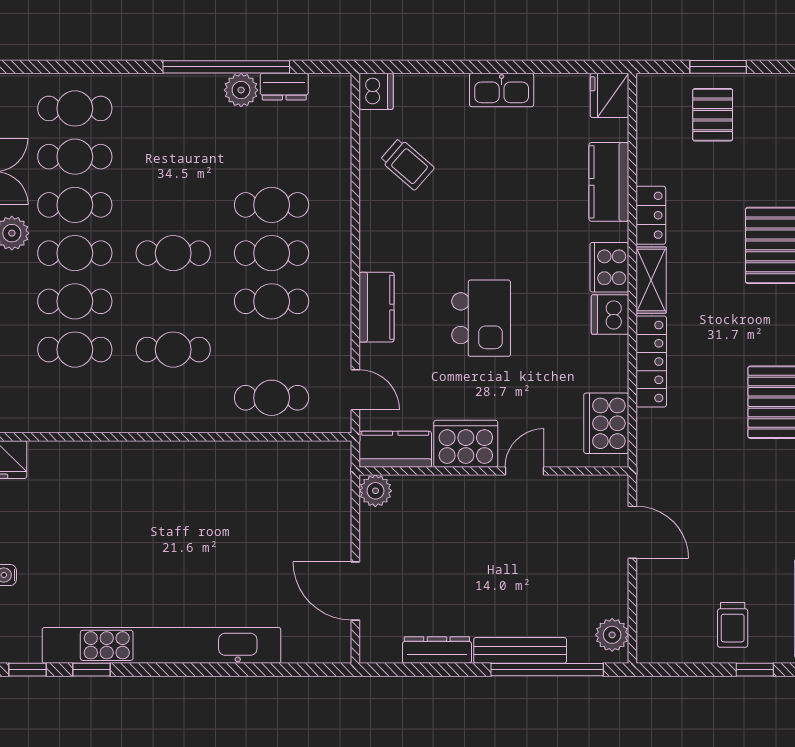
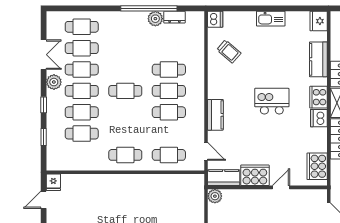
kitchen island: (481, 318) -> (272, 101), moved, turned -90
cafe table: (173, 350) -> (125, 155), moved

